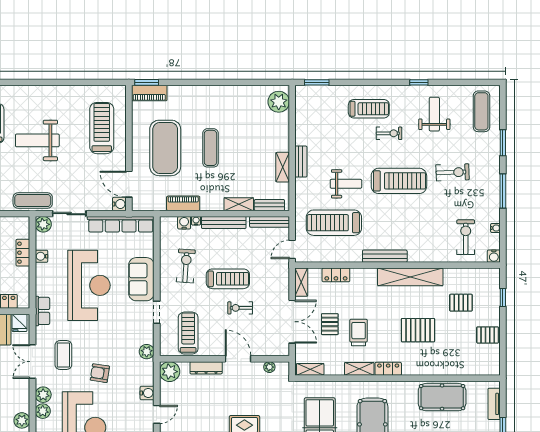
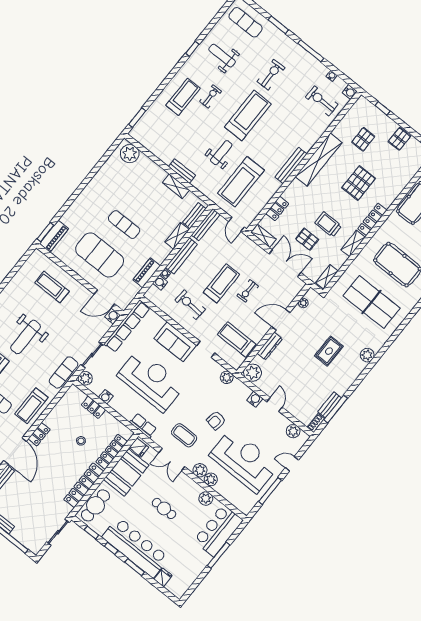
treadmill: (102, 128) -> (52, 287), width x0.73, depth x0.73
locker: (388, 369) -> (372, 219), width x1.53

